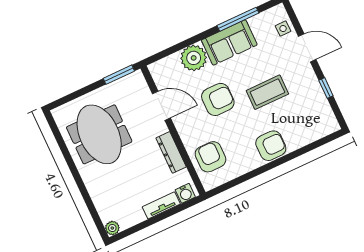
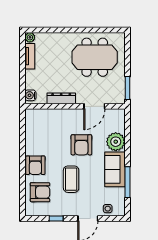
armchair: (210, 157) -> (40, 192), moved
tv unit: (161, 205) -> (30, 56), moved

